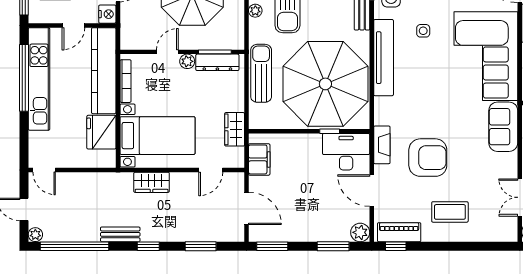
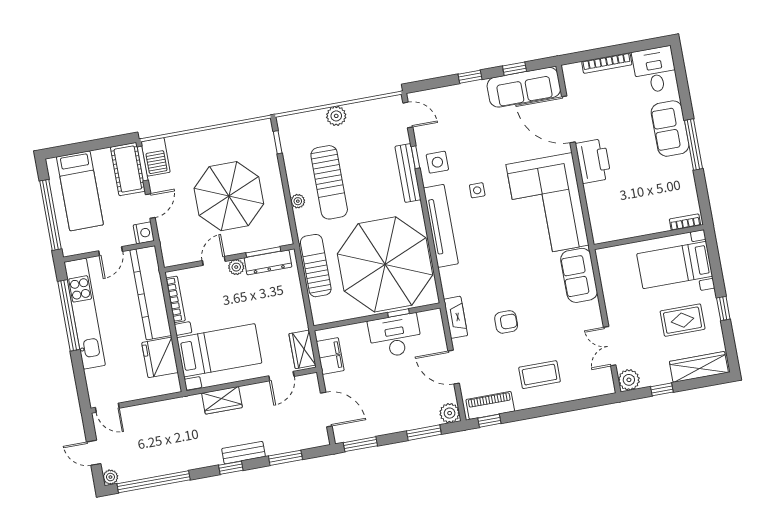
wardrobe: (235, 129) -> (302, 349), moved
desk: (346, 152) -> (395, 336), moved
armchair: (428, 158) -> (506, 322), width x0.53, depth x0.53
bench: (120, 234) -> (243, 453), moved

